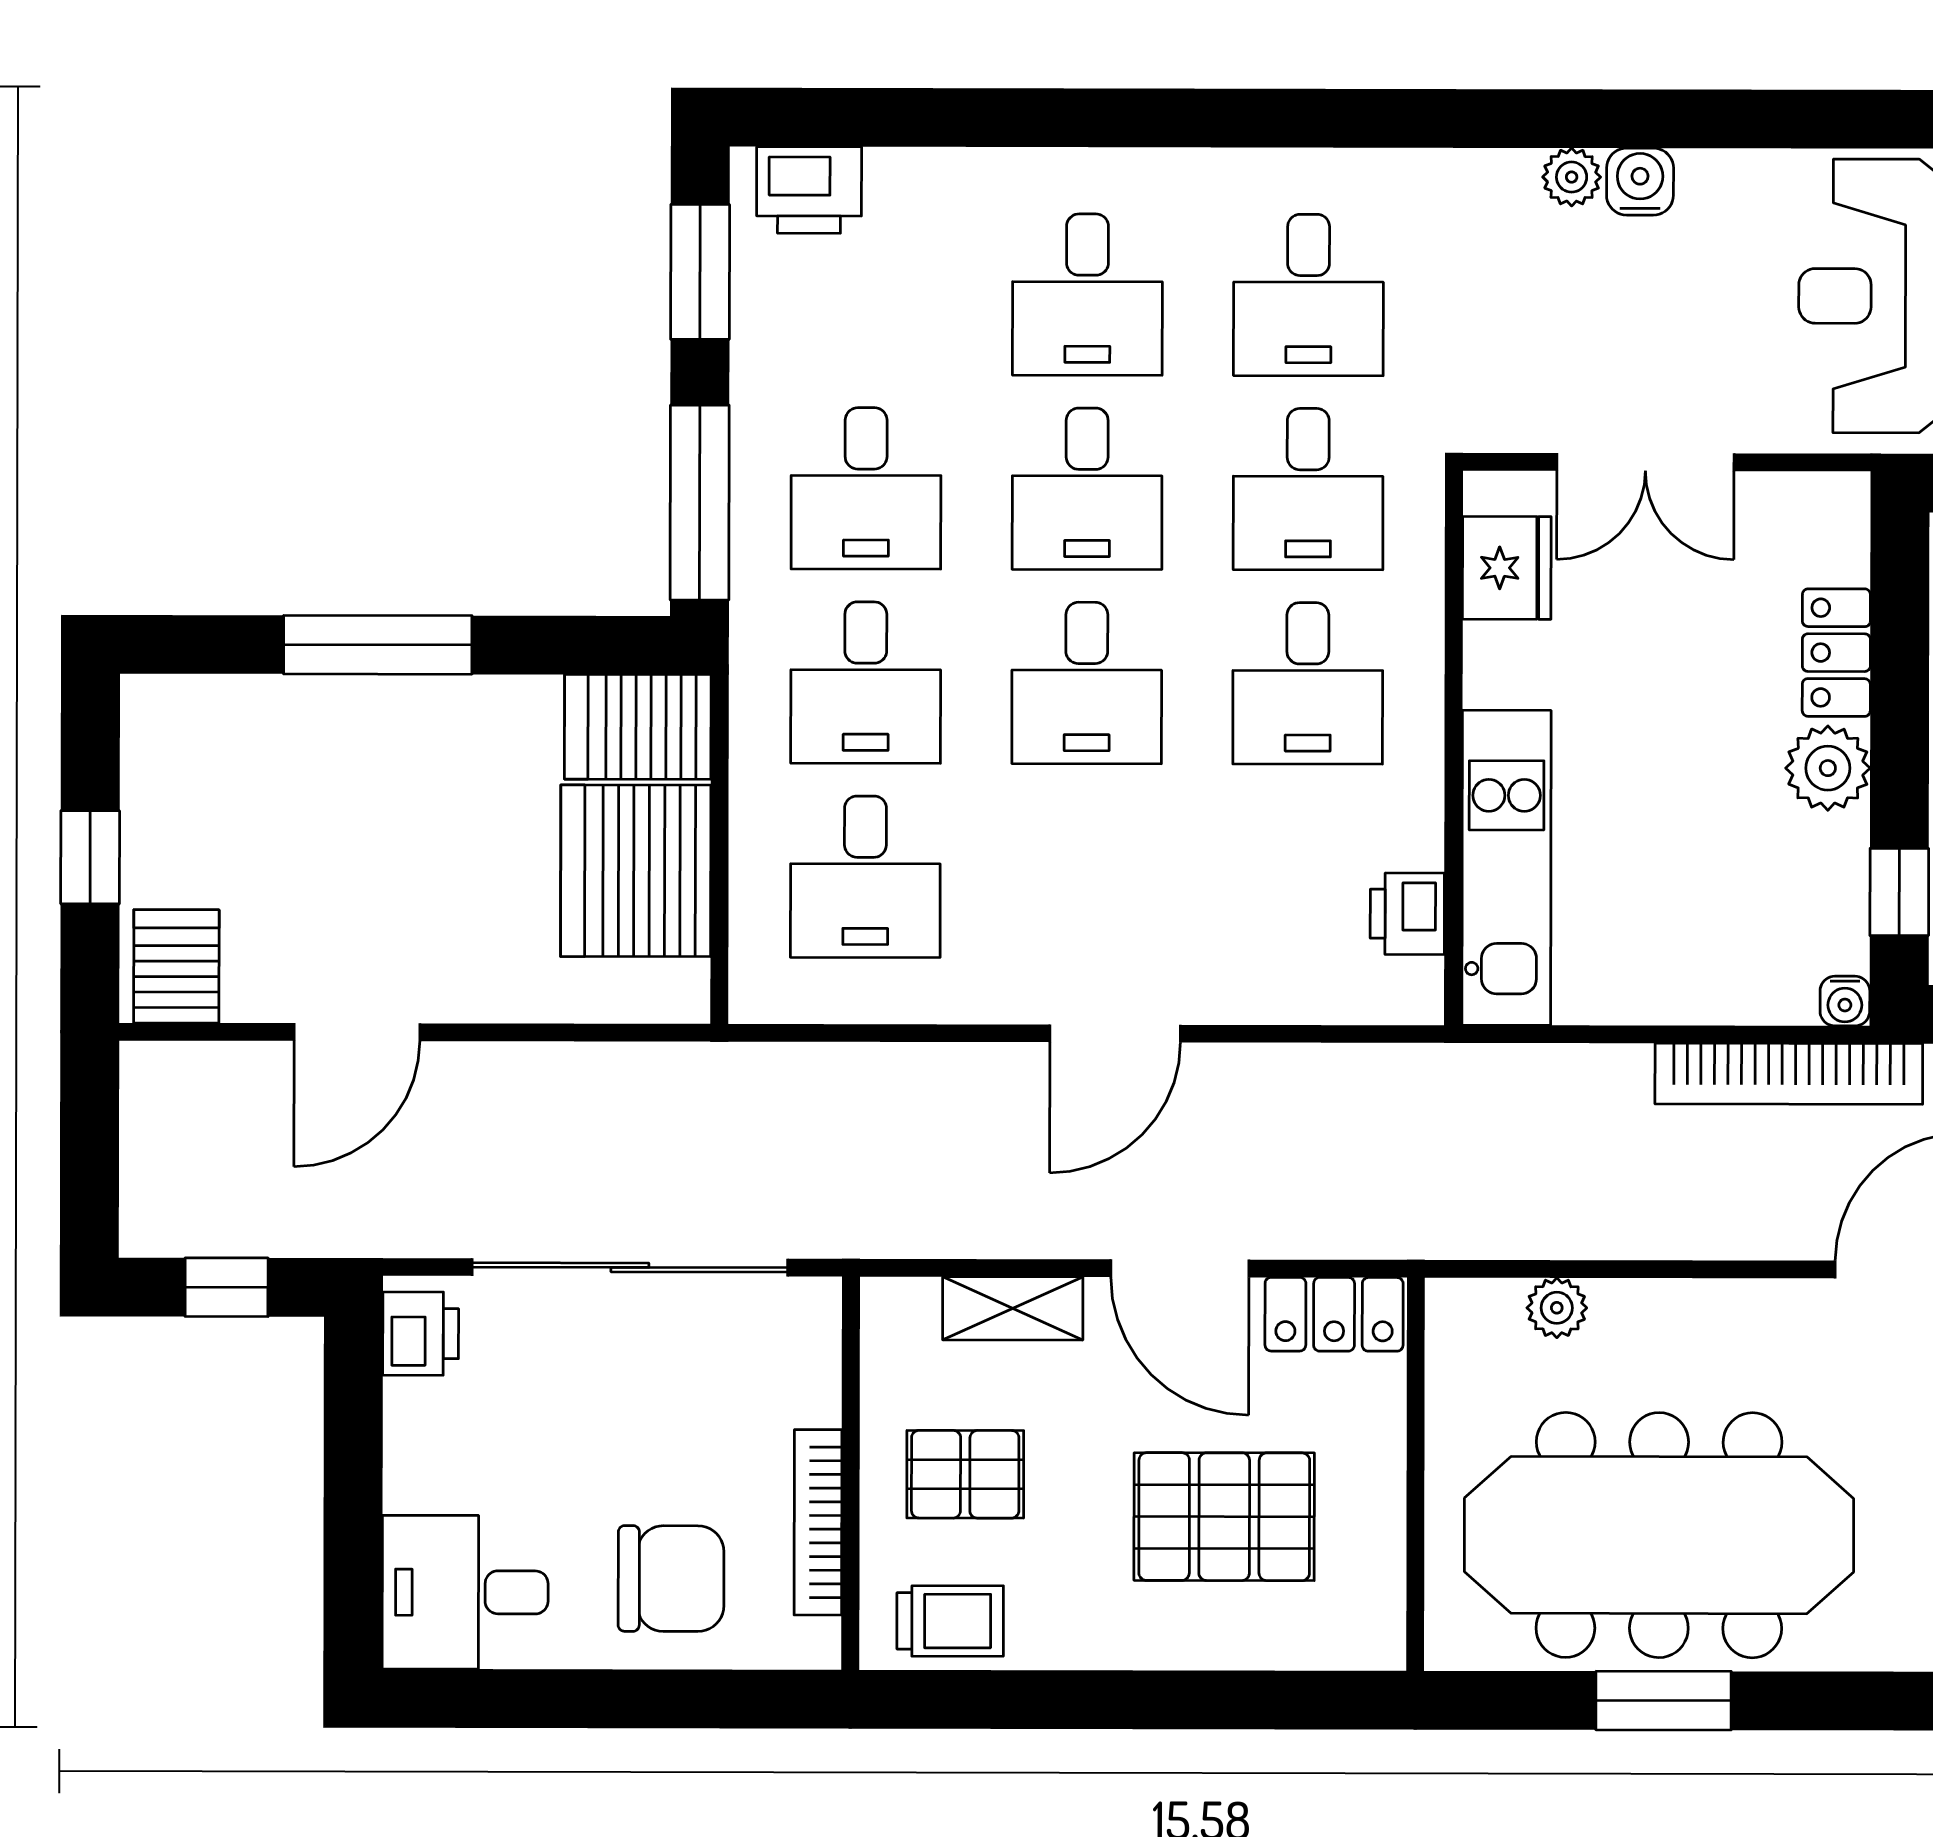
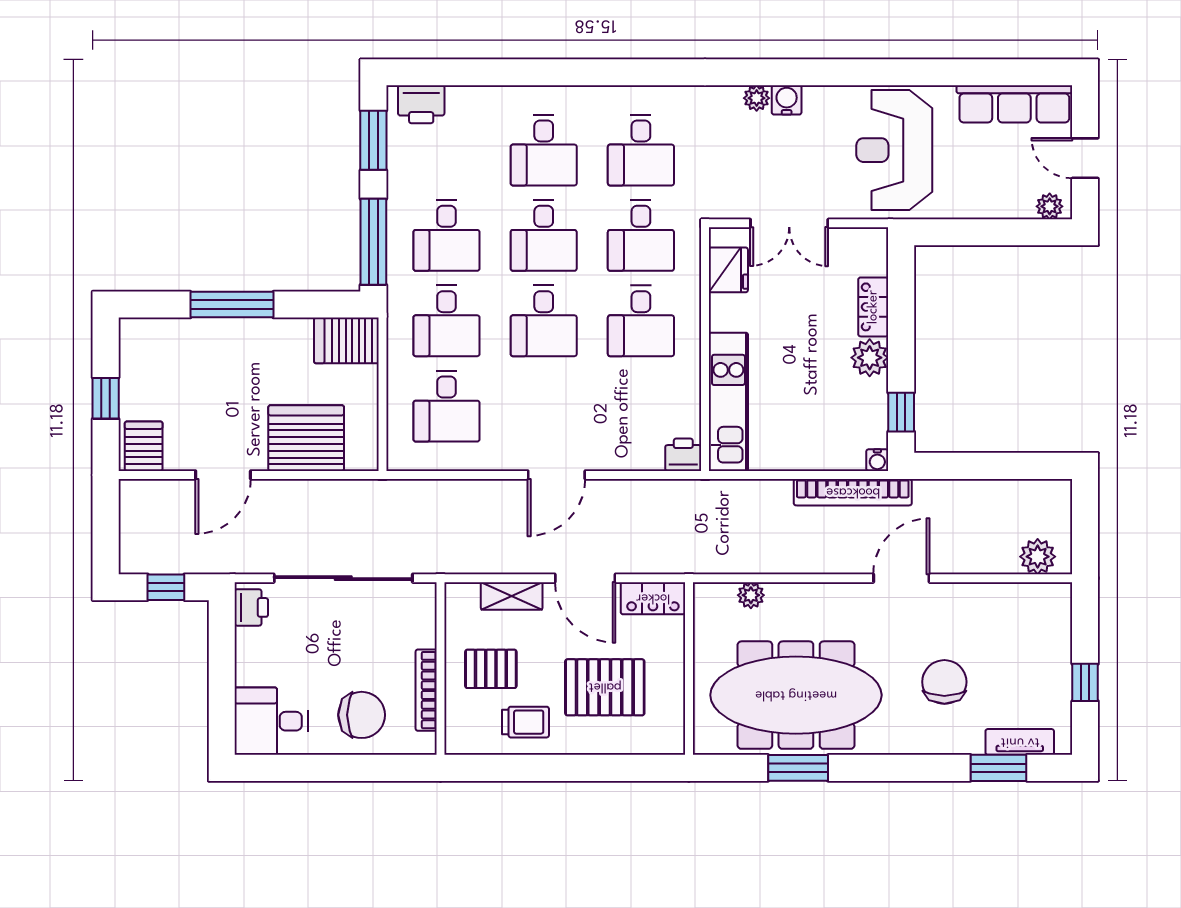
server rack: (636, 871) -> (306, 438), moved, turned 90
printer: (1407, 914) -> (683, 455), moved, turned 90
trolley: (950, 1621) -> (525, 722), moved

